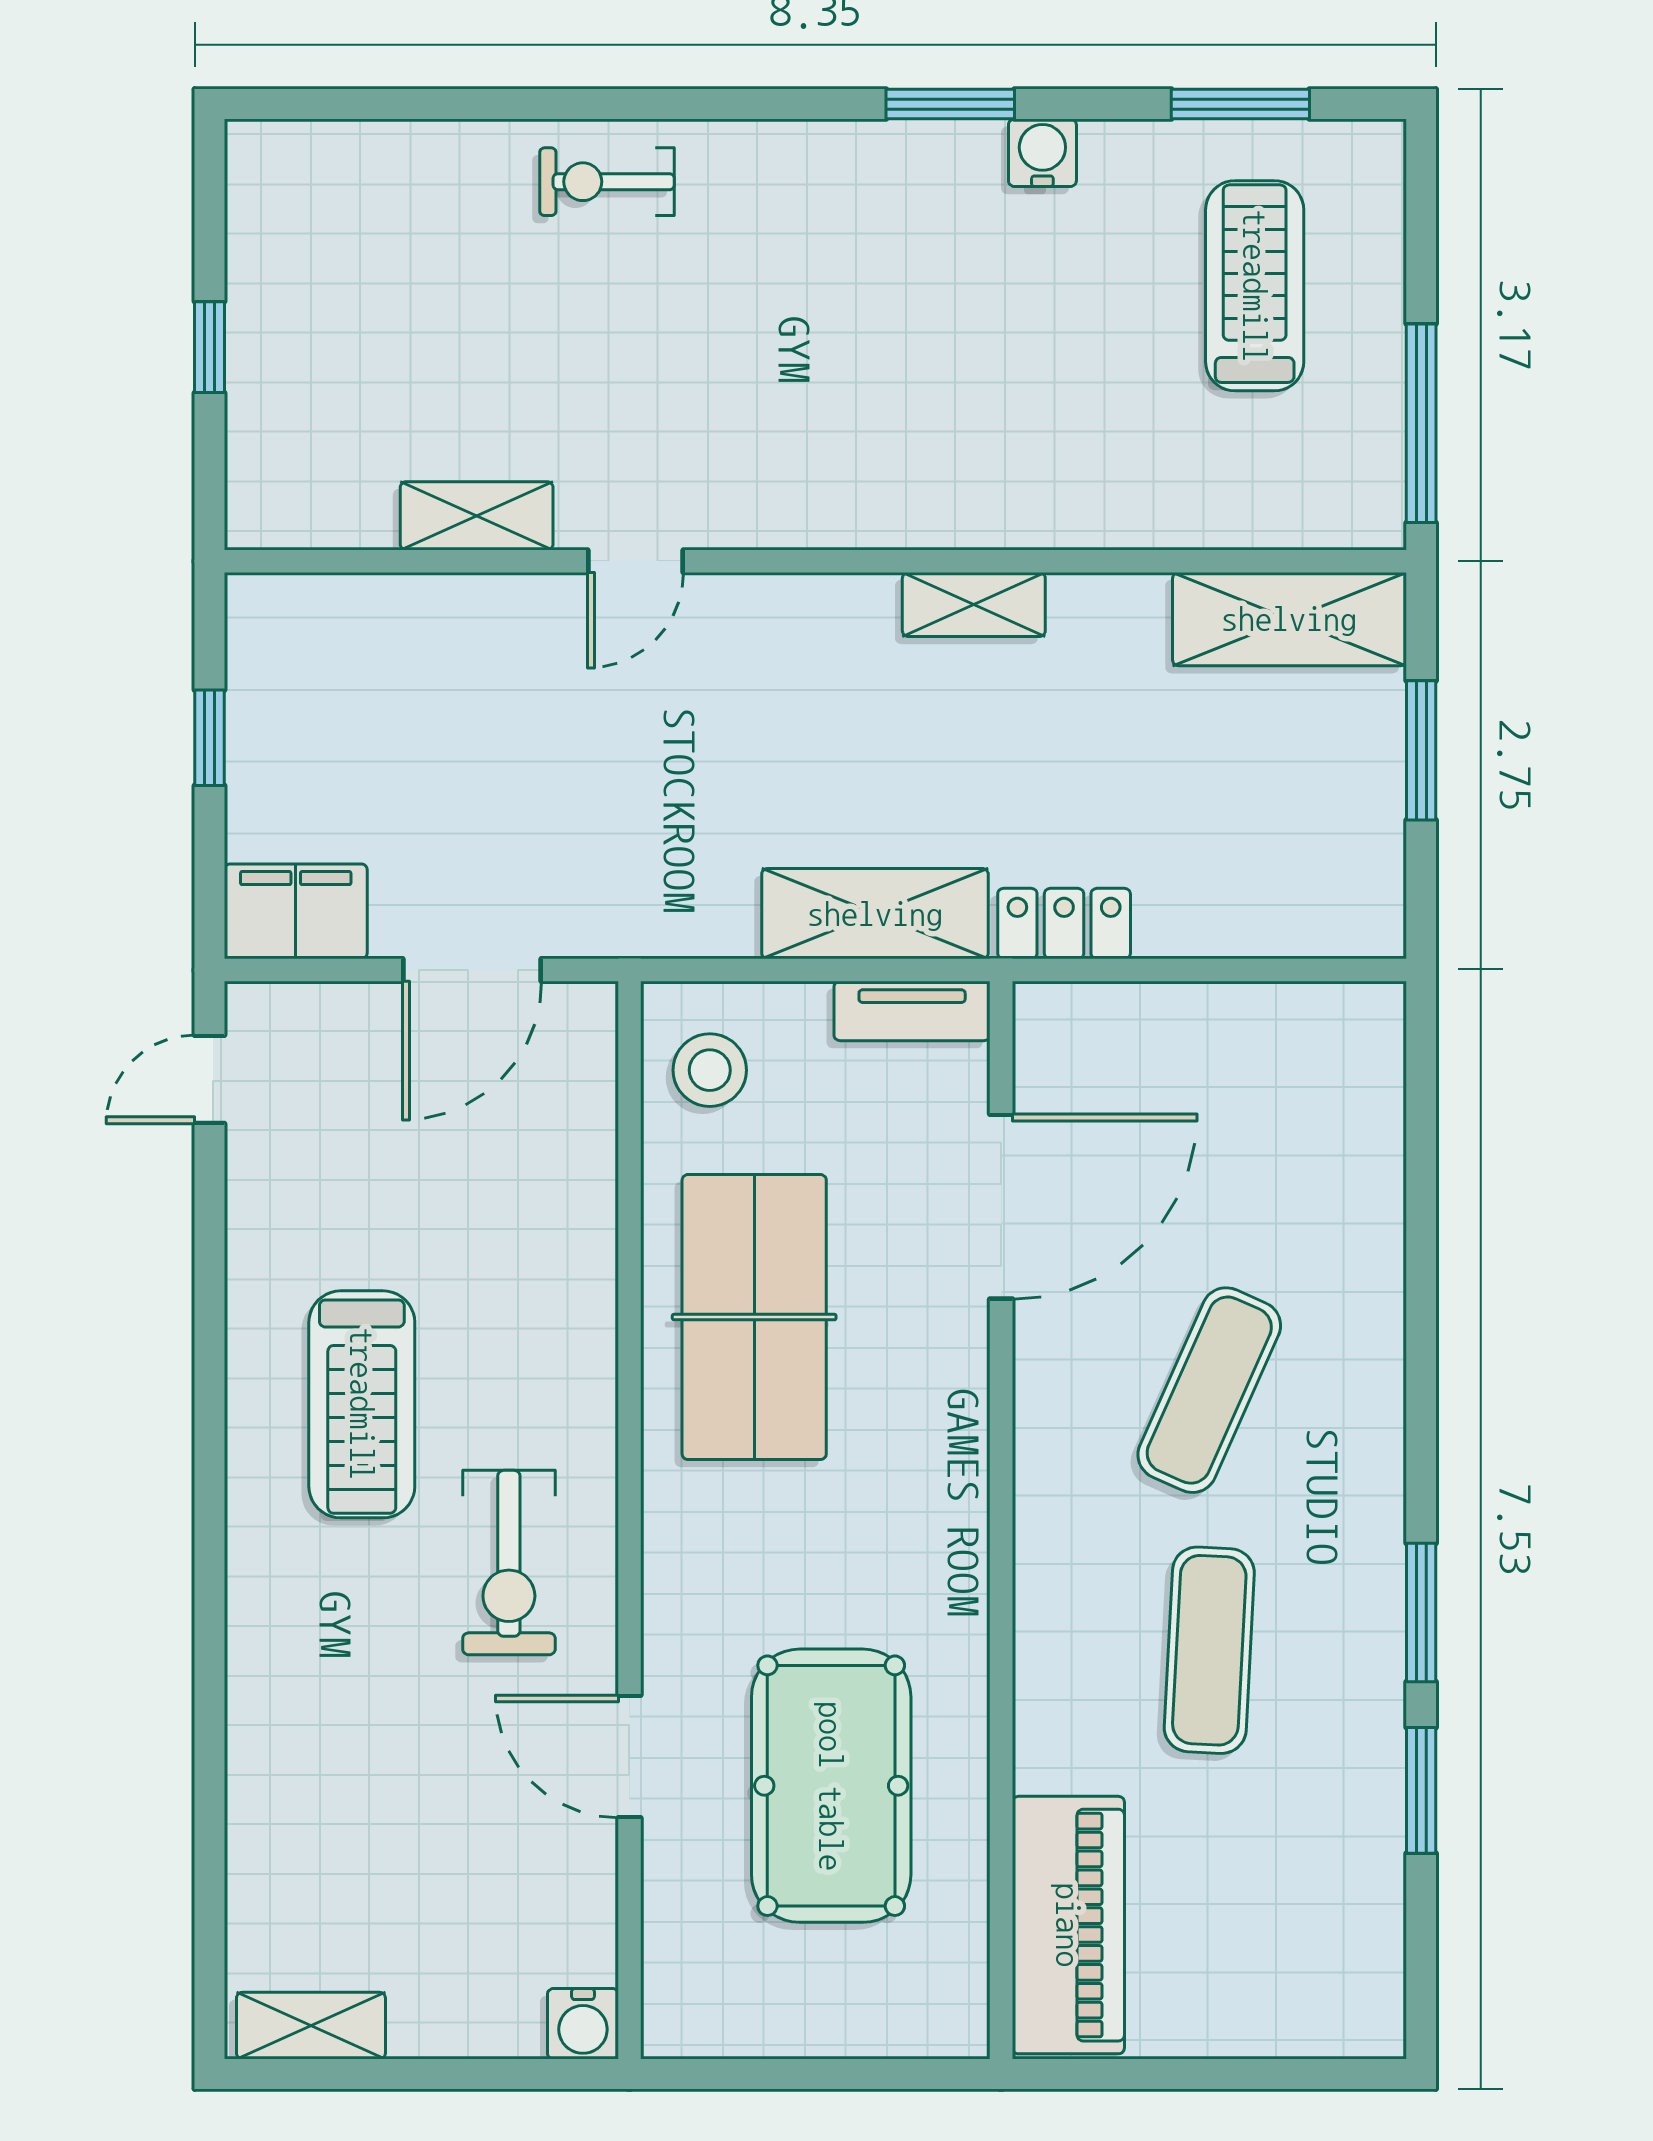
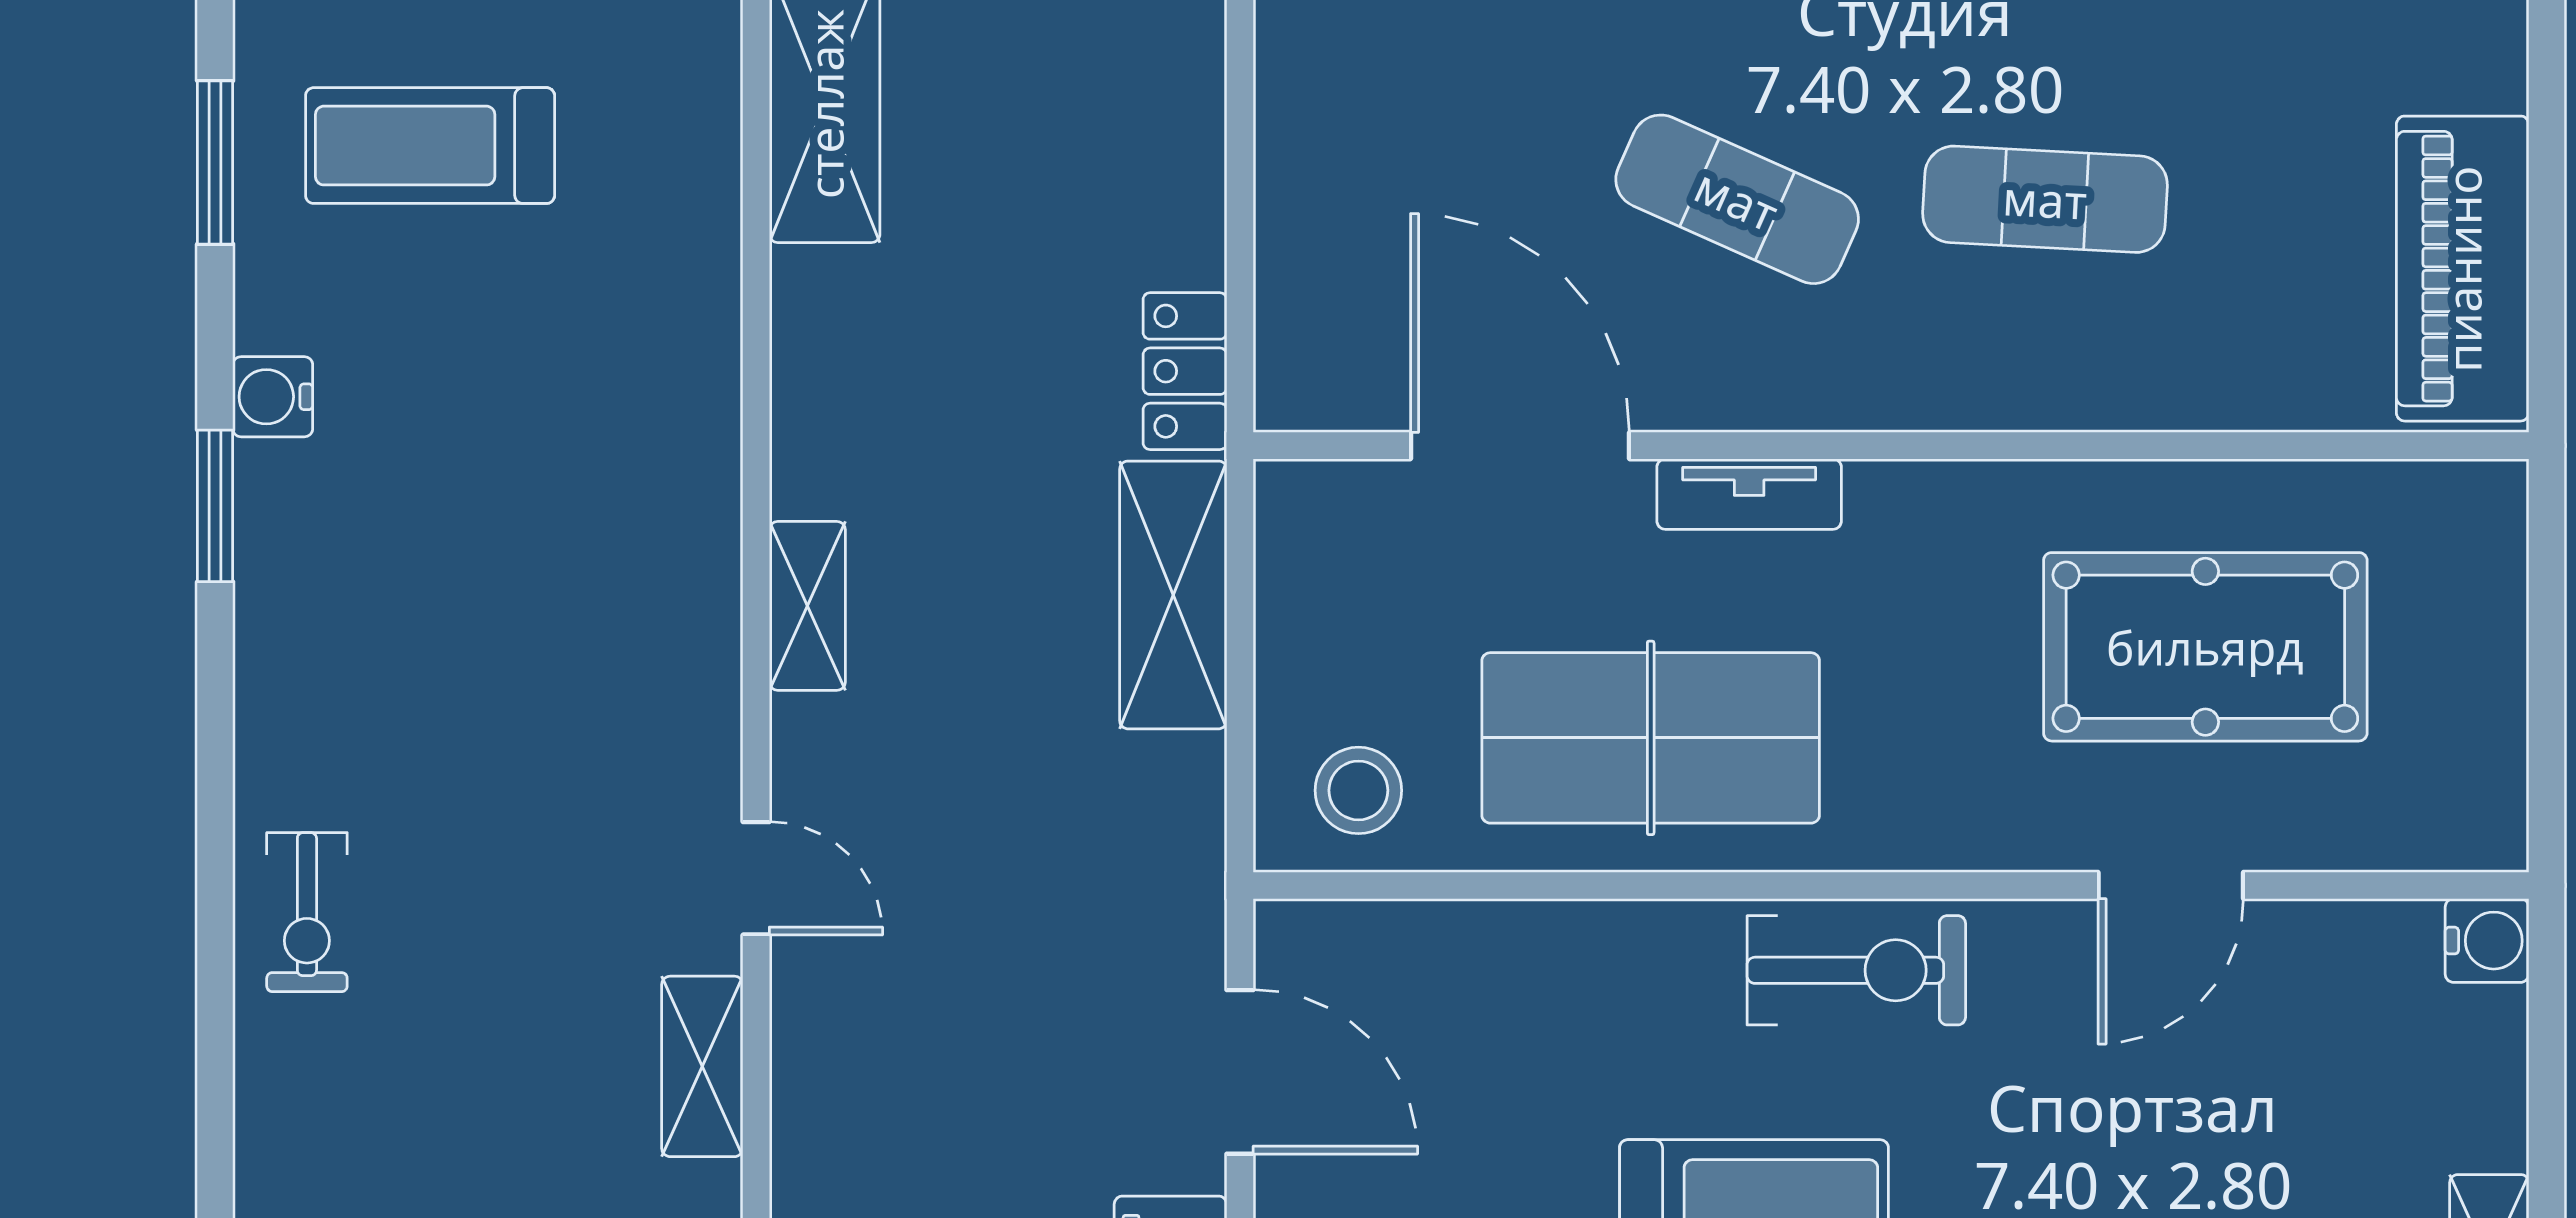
shelving: (974, 605) -> (807, 606), moved
tv unit: (912, 1011) -> (1749, 494), moved, turned 90
exercise bike: (509, 1563) -> (1856, 970), moved
piano: (1068, 1925) -> (2463, 269), moved, turned -90

